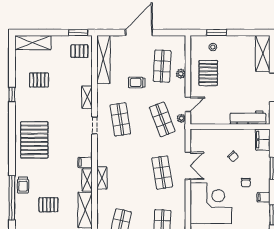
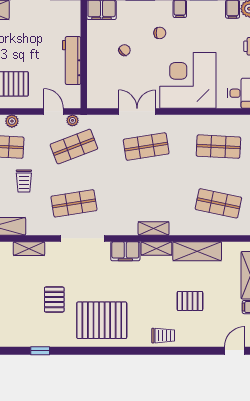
pallet: (39, 80) -> (54, 300), moved
shelving: (87, 97) -> (29, 249), moved
workbench: (248, 118) -> (72, 61), moved
doorway: (95, 125) -> (82, 238), width x1.88
filing cabinet: (85, 162) -> (125, 251), width x2.00
window: (12, 198) -> (181, 351), removed
pallet: (48, 205) -> (190, 301), turned 90

